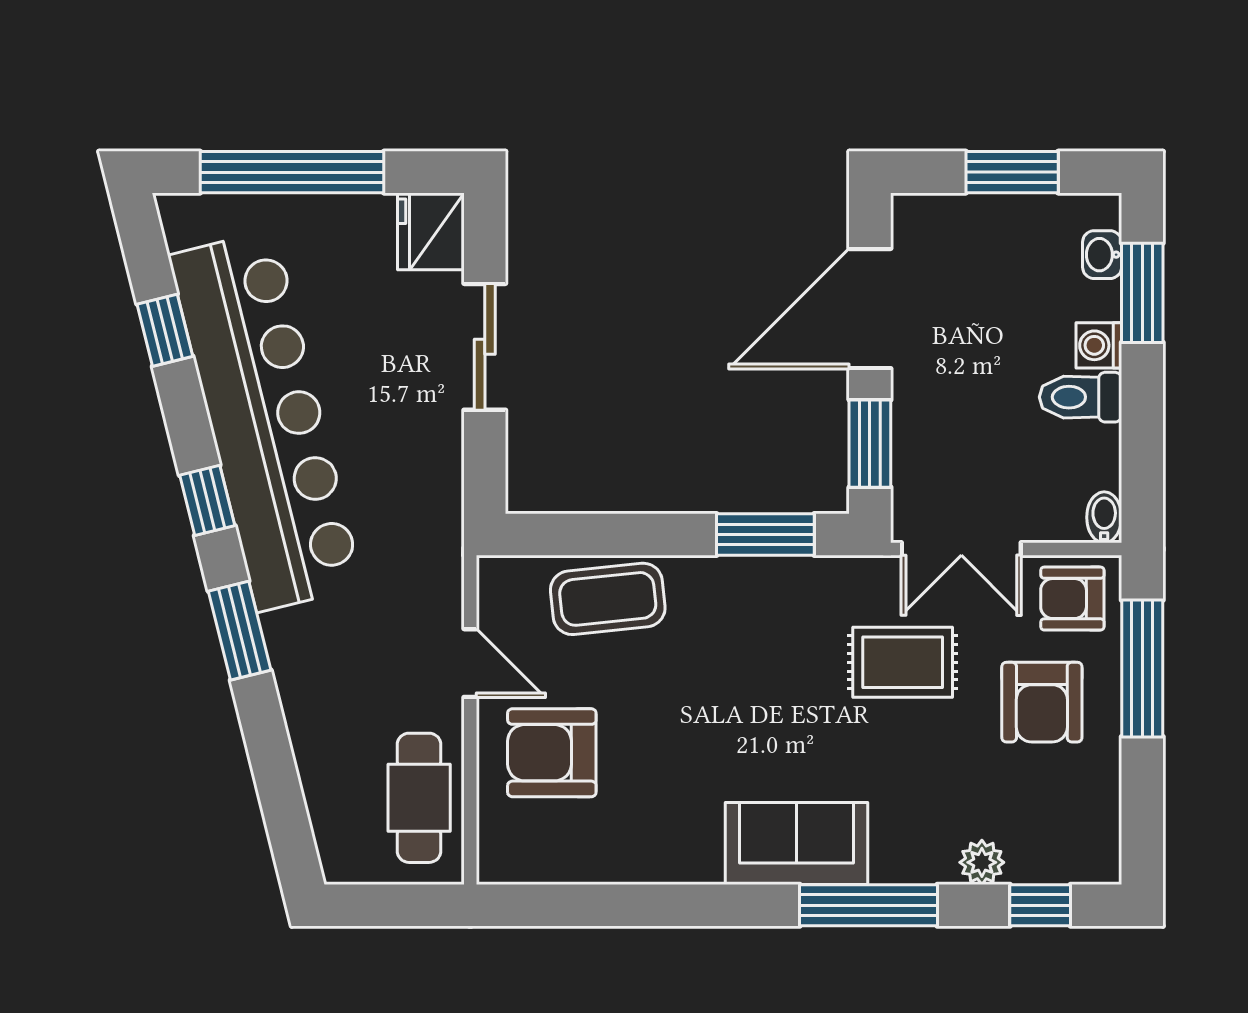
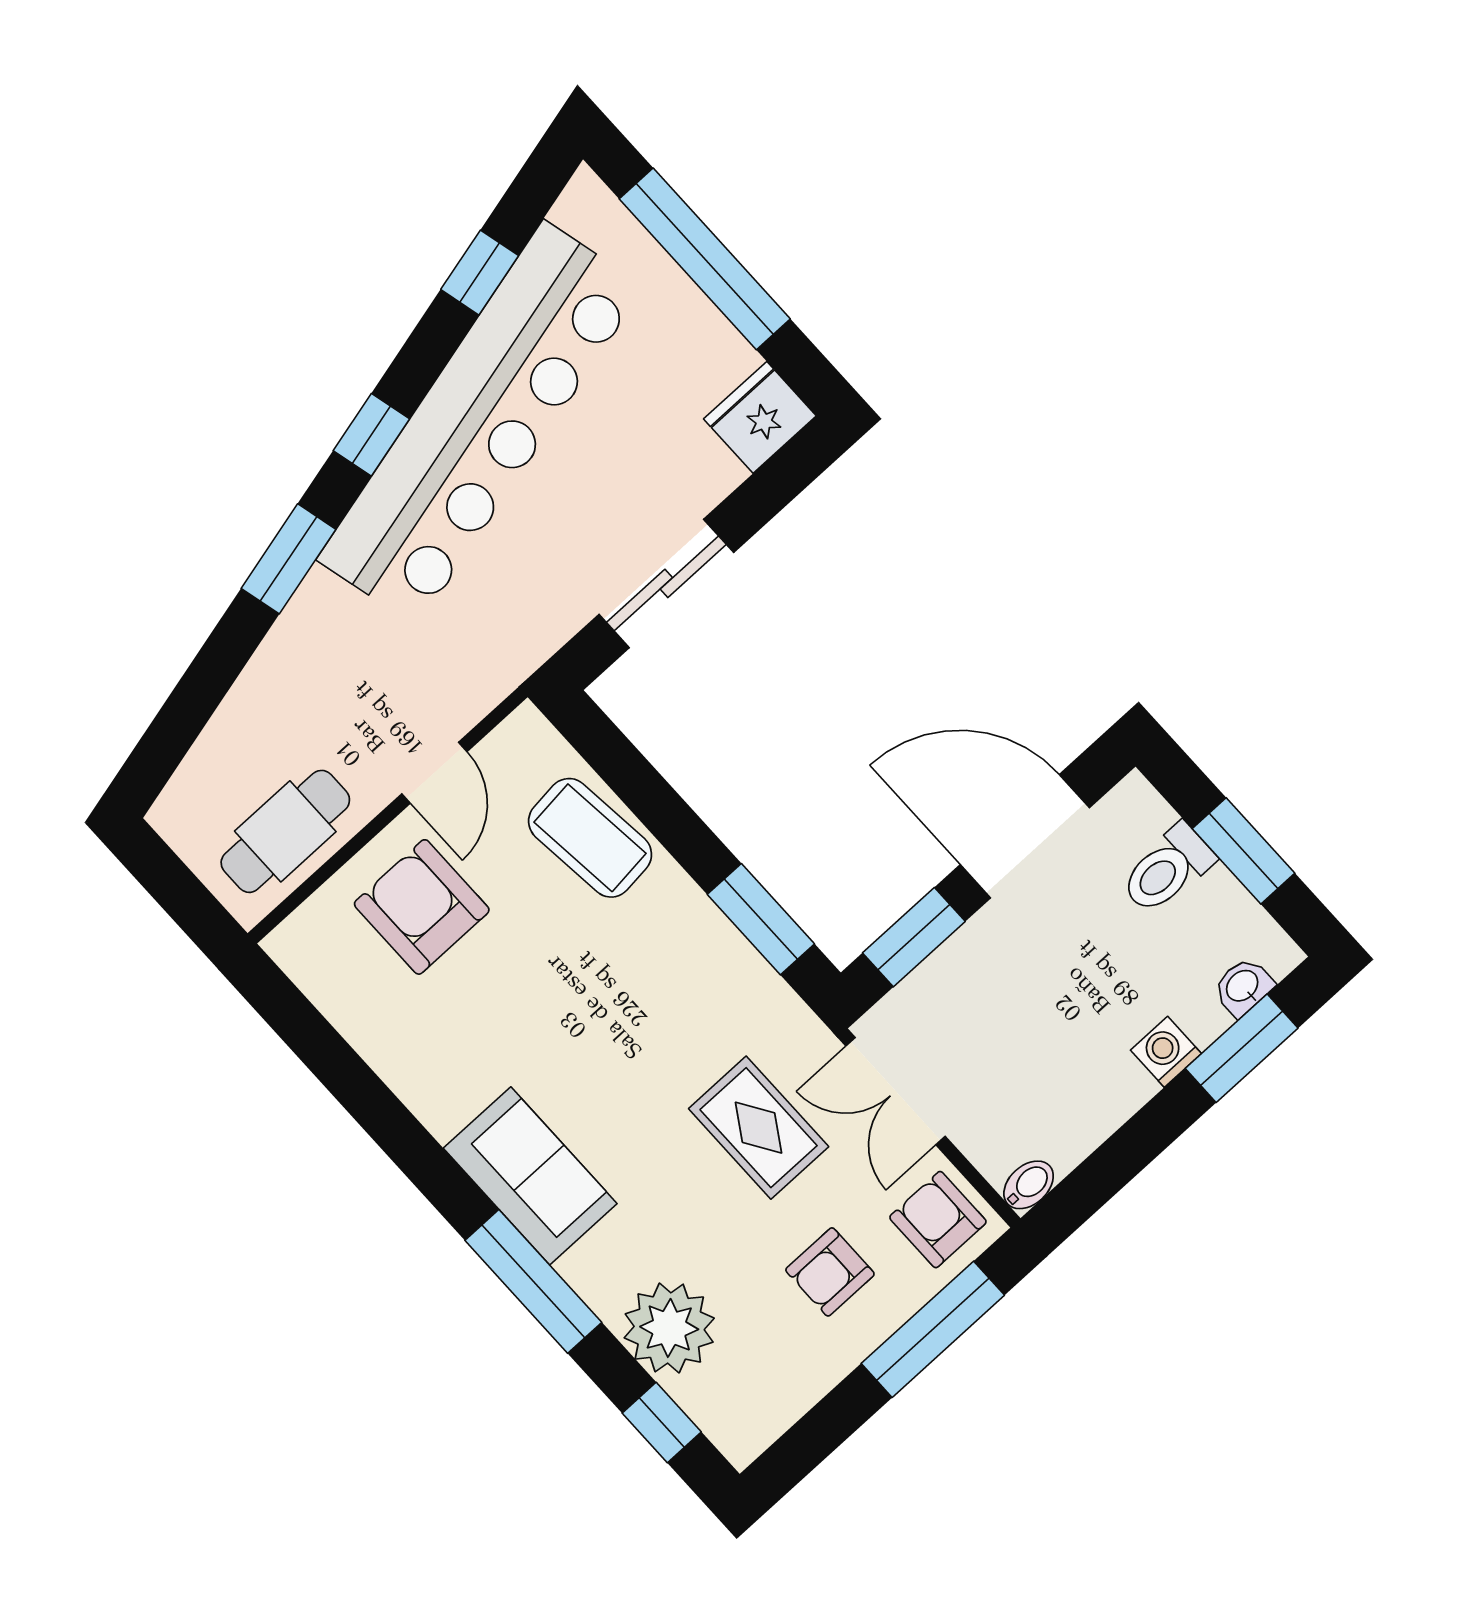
sliding door: (485, 347) -> (666, 583), moved
toilet: (1080, 397) -> (1167, 869), moved, turned -90
armchair: (1042, 702) -> (830, 1272), width x0.72, depth x0.72
plant: (982, 862) -> (669, 1328), width x1.88, depth x1.88

